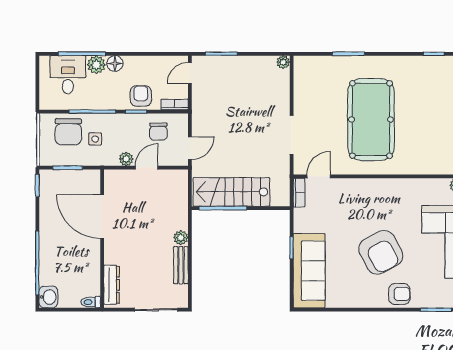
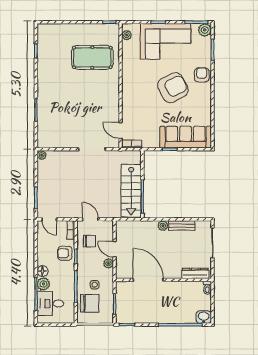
pool table: (371, 120) -> (92, 57), moved, width x0.73, depth x0.76
door: (190, 148) -> (90, 219), moved
door: (102, 217) -> (148, 280), swing flipped

